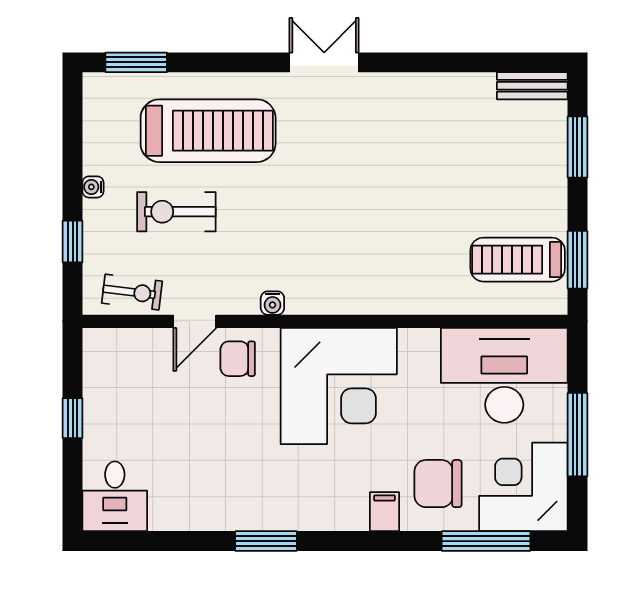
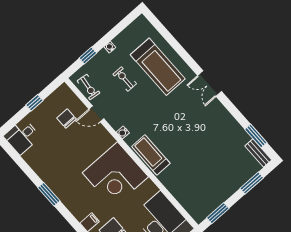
window: (136, 62) -> (256, 136), moved
double door: (324, 62) -> (210, 84), swing flipped
exercise bike: (176, 212) -> (125, 79), width x0.73, depth x0.72
treadmill: (518, 260) -> (151, 155), moved
chair: (238, 359) -> (66, 119), moved

